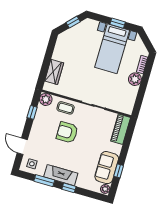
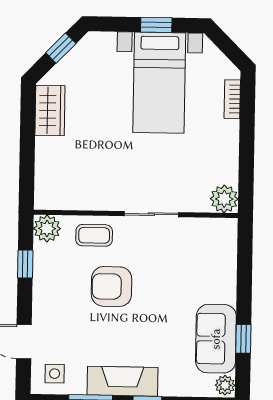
wardrobe: (54, 72) -> (50, 110), moved
plant: (135, 79) -> (224, 199), moved
piano: (121, 129) -> (223, 249), removed

